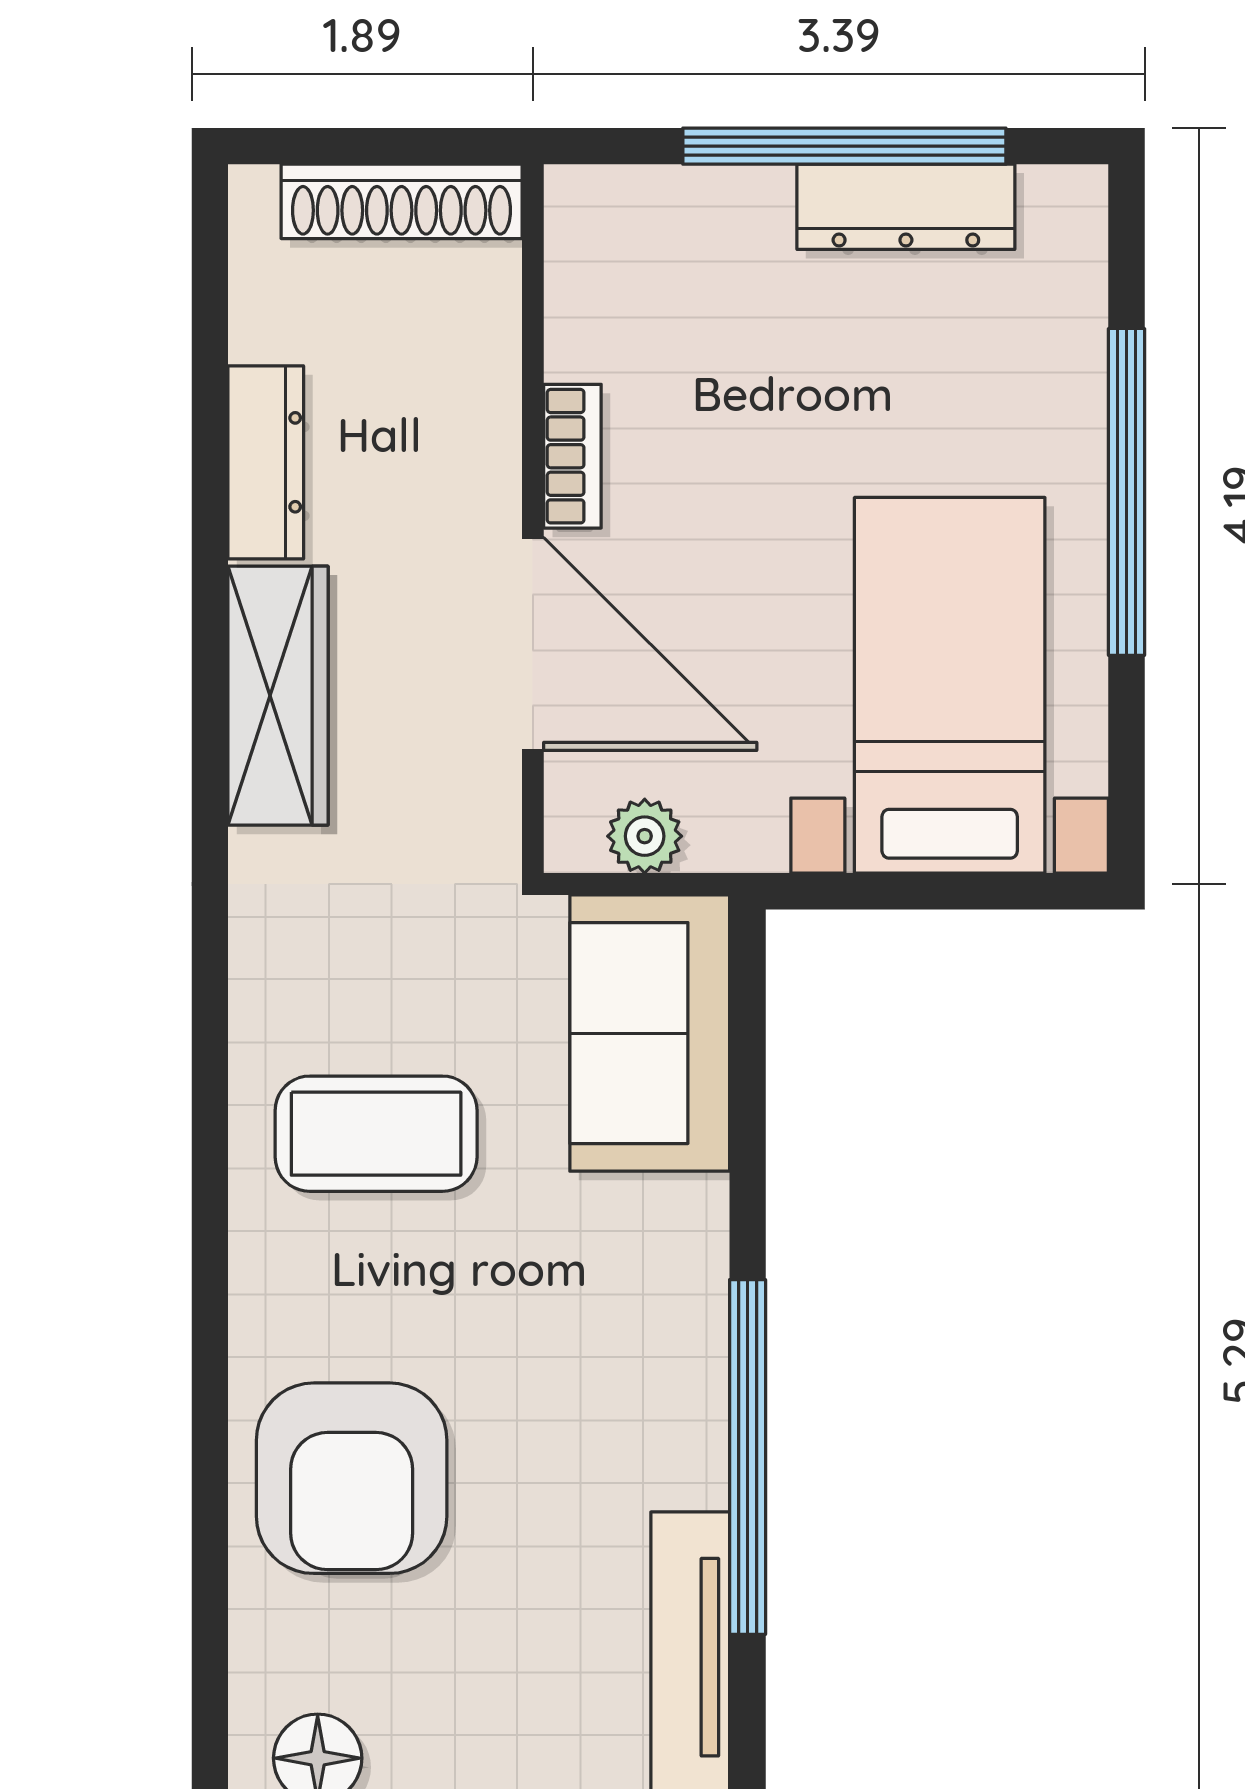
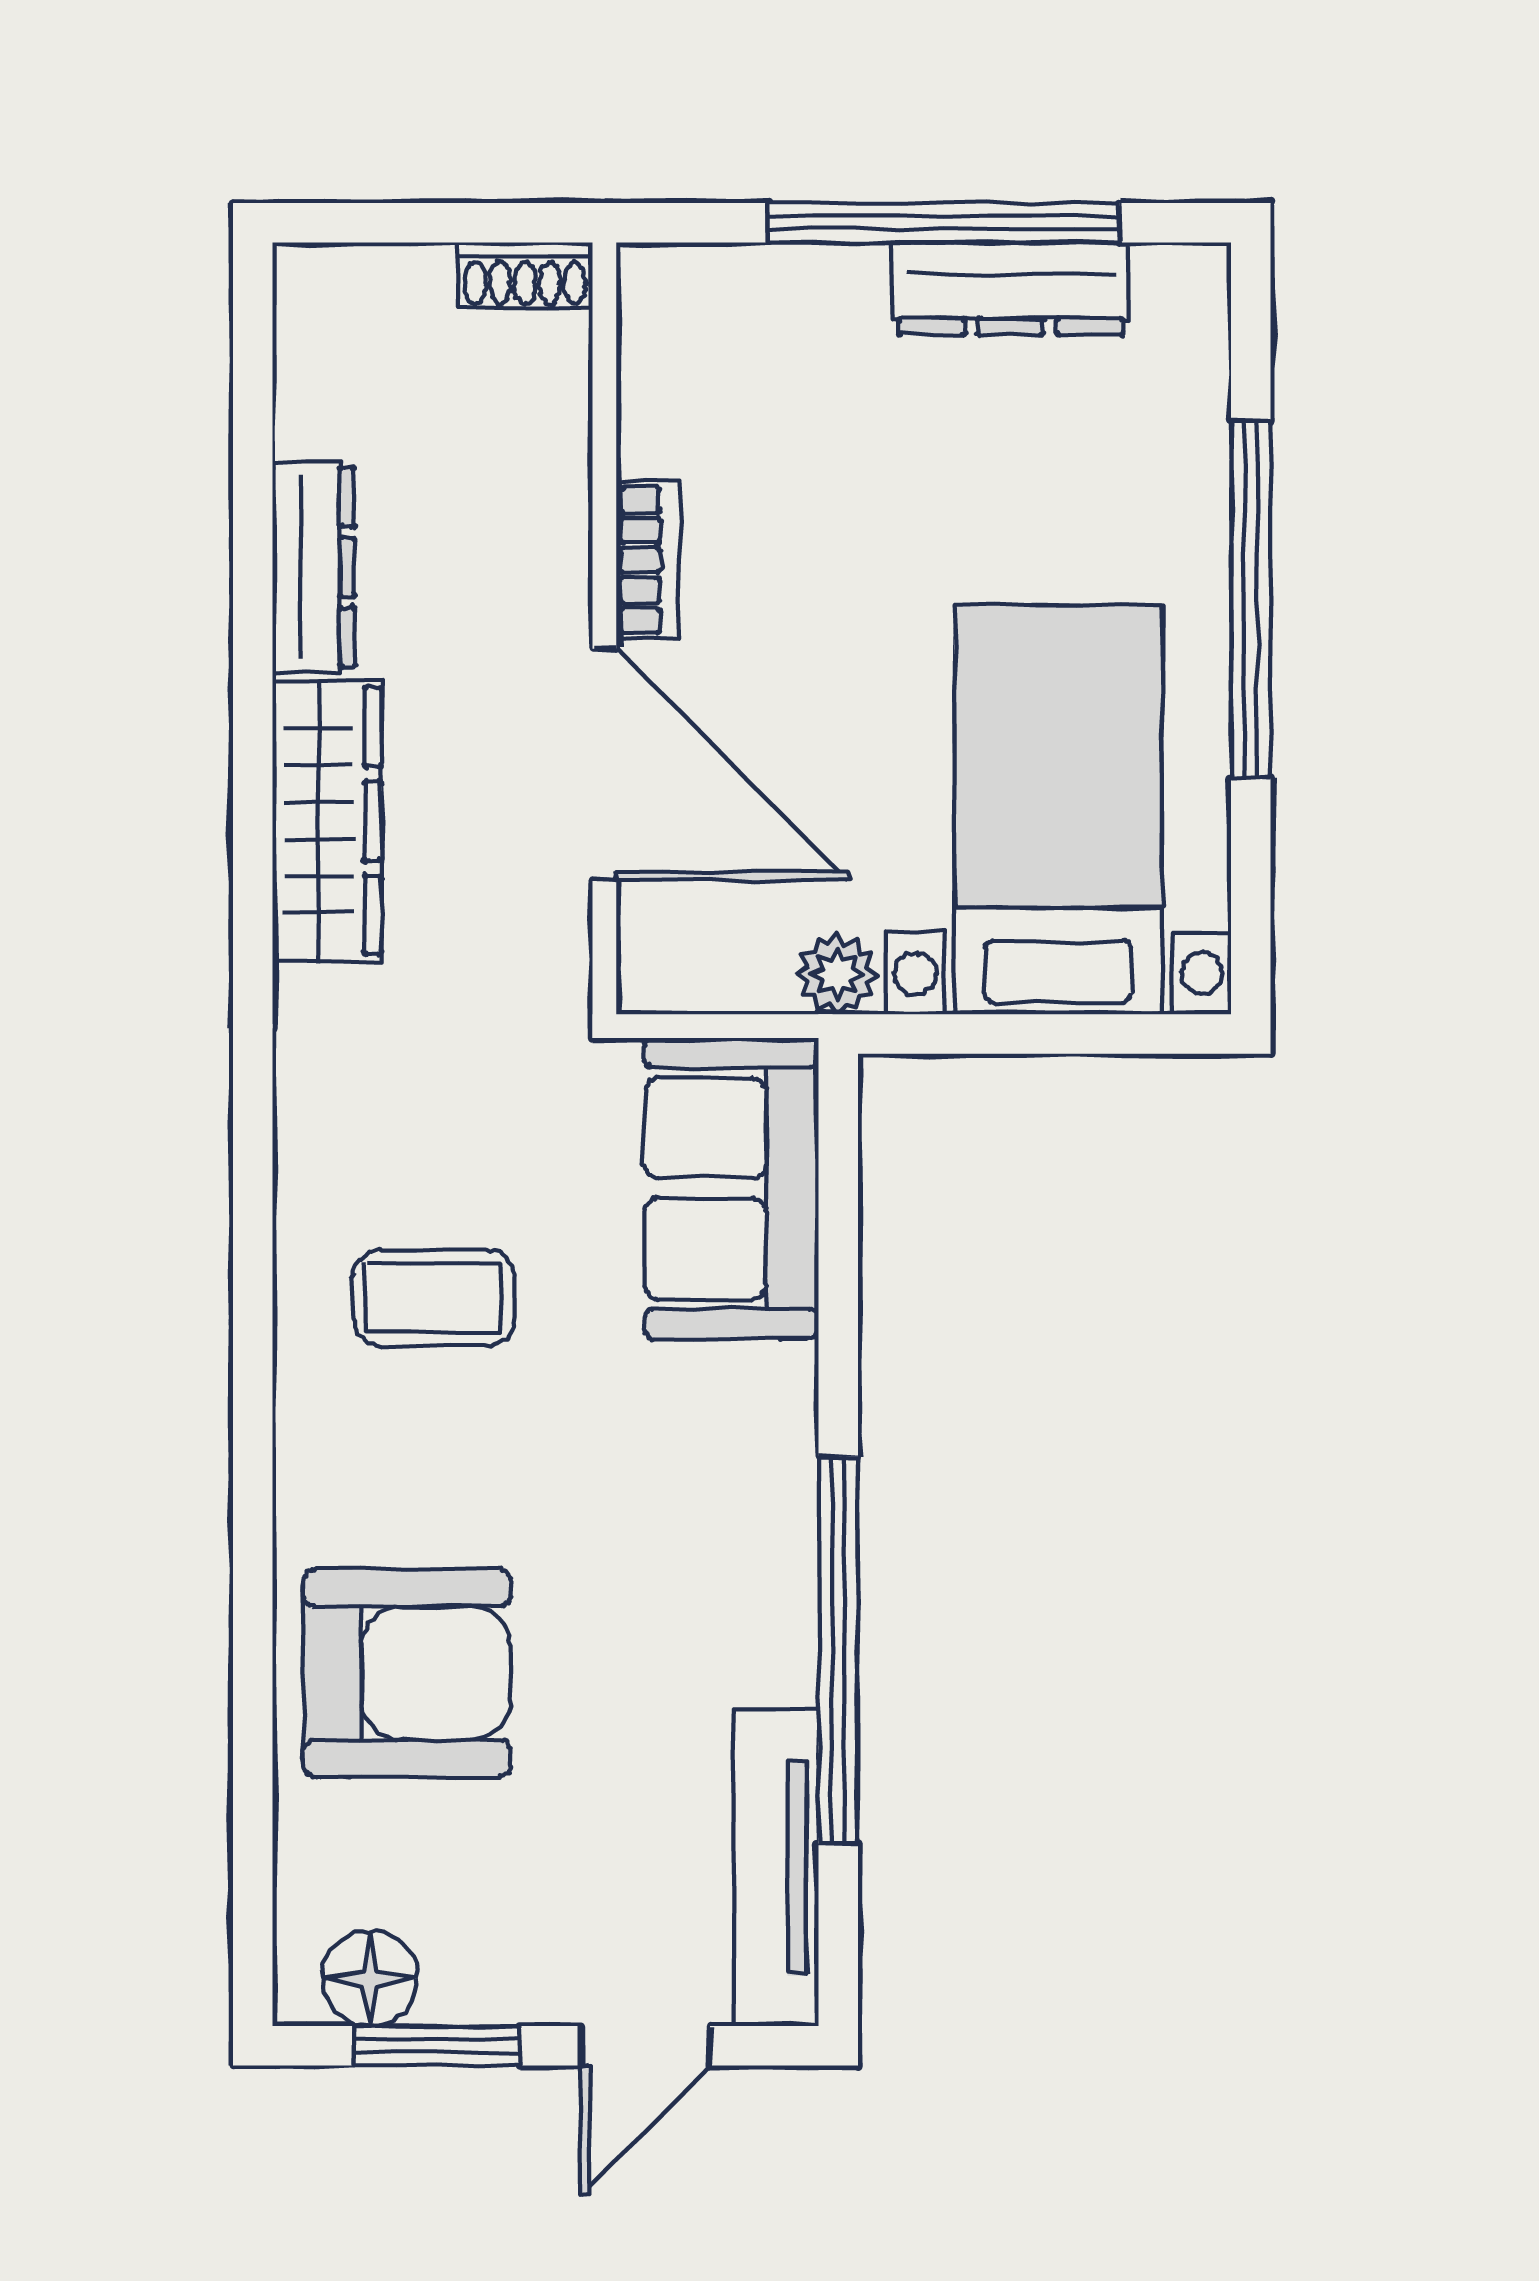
shoe rack: (402, 201) -> (525, 275), width x0.51, depth x0.81
plant: (645, 836) -> (837, 974), moved
coffee table: (376, 1134) -> (434, 1298), width x0.73, depth x0.77
armchair: (352, 1478) -> (407, 1673), turned -90

